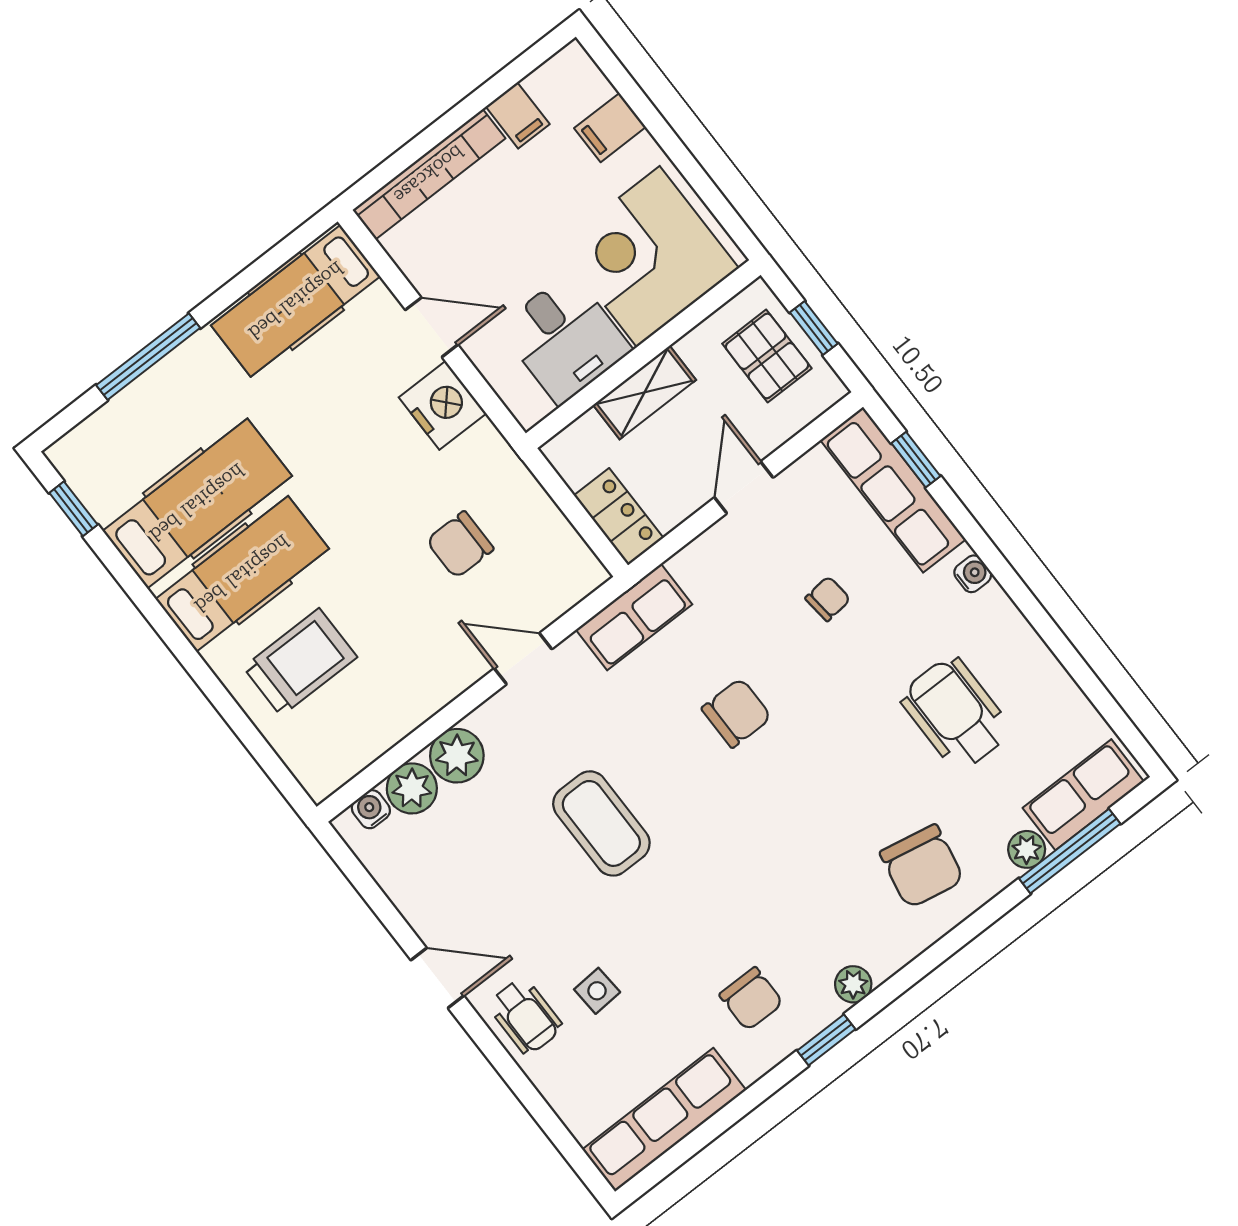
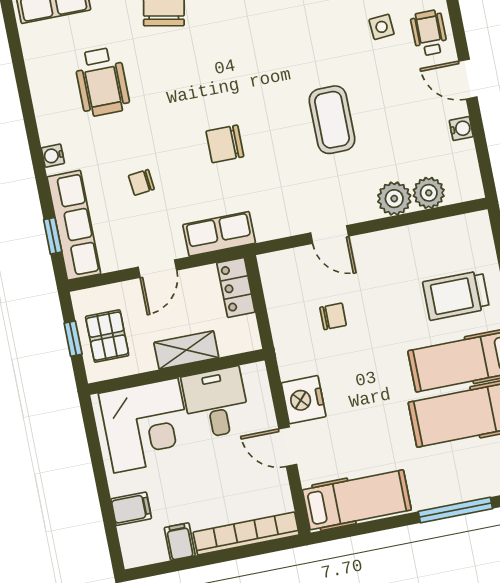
chair: (460, 545) -> (333, 316), width x0.73, depth x0.73
row of seats: (634, 617) -> (219, 234), moved
water cooler: (371, 809) -> (461, 129), moved, turned -90

